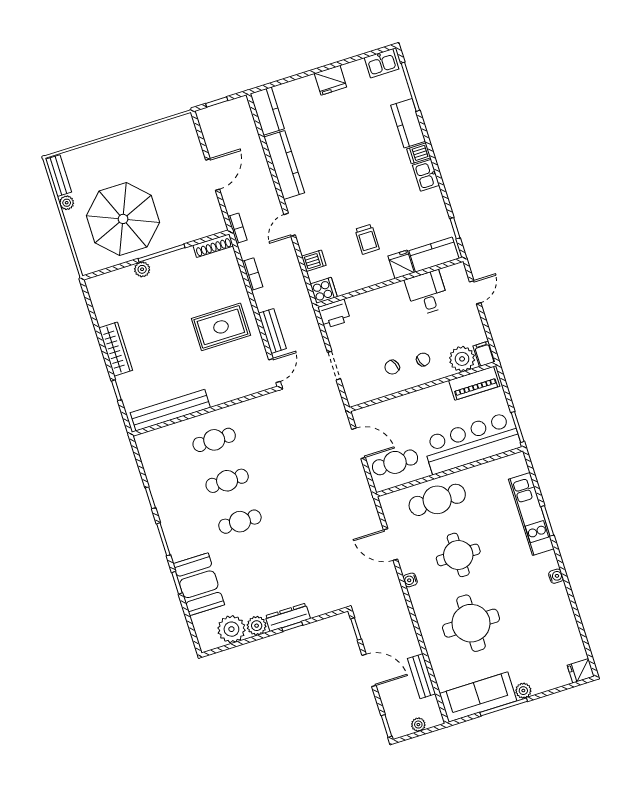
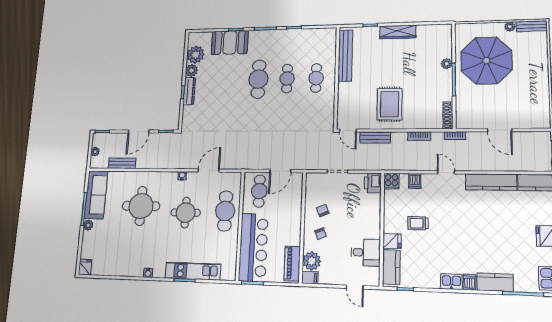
cafe table: (240, 522) -> (258, 79), width x1.37, depth x1.35

